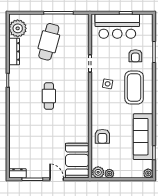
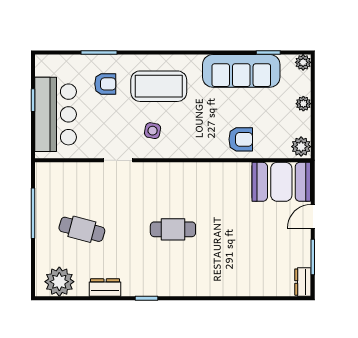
cafe table: (49, 42) -> (82, 229), width x0.73, depth x0.74
dresser: (14, 51) -> (105, 288), width x0.70
plant: (109, 174) -> (303, 104), moved

